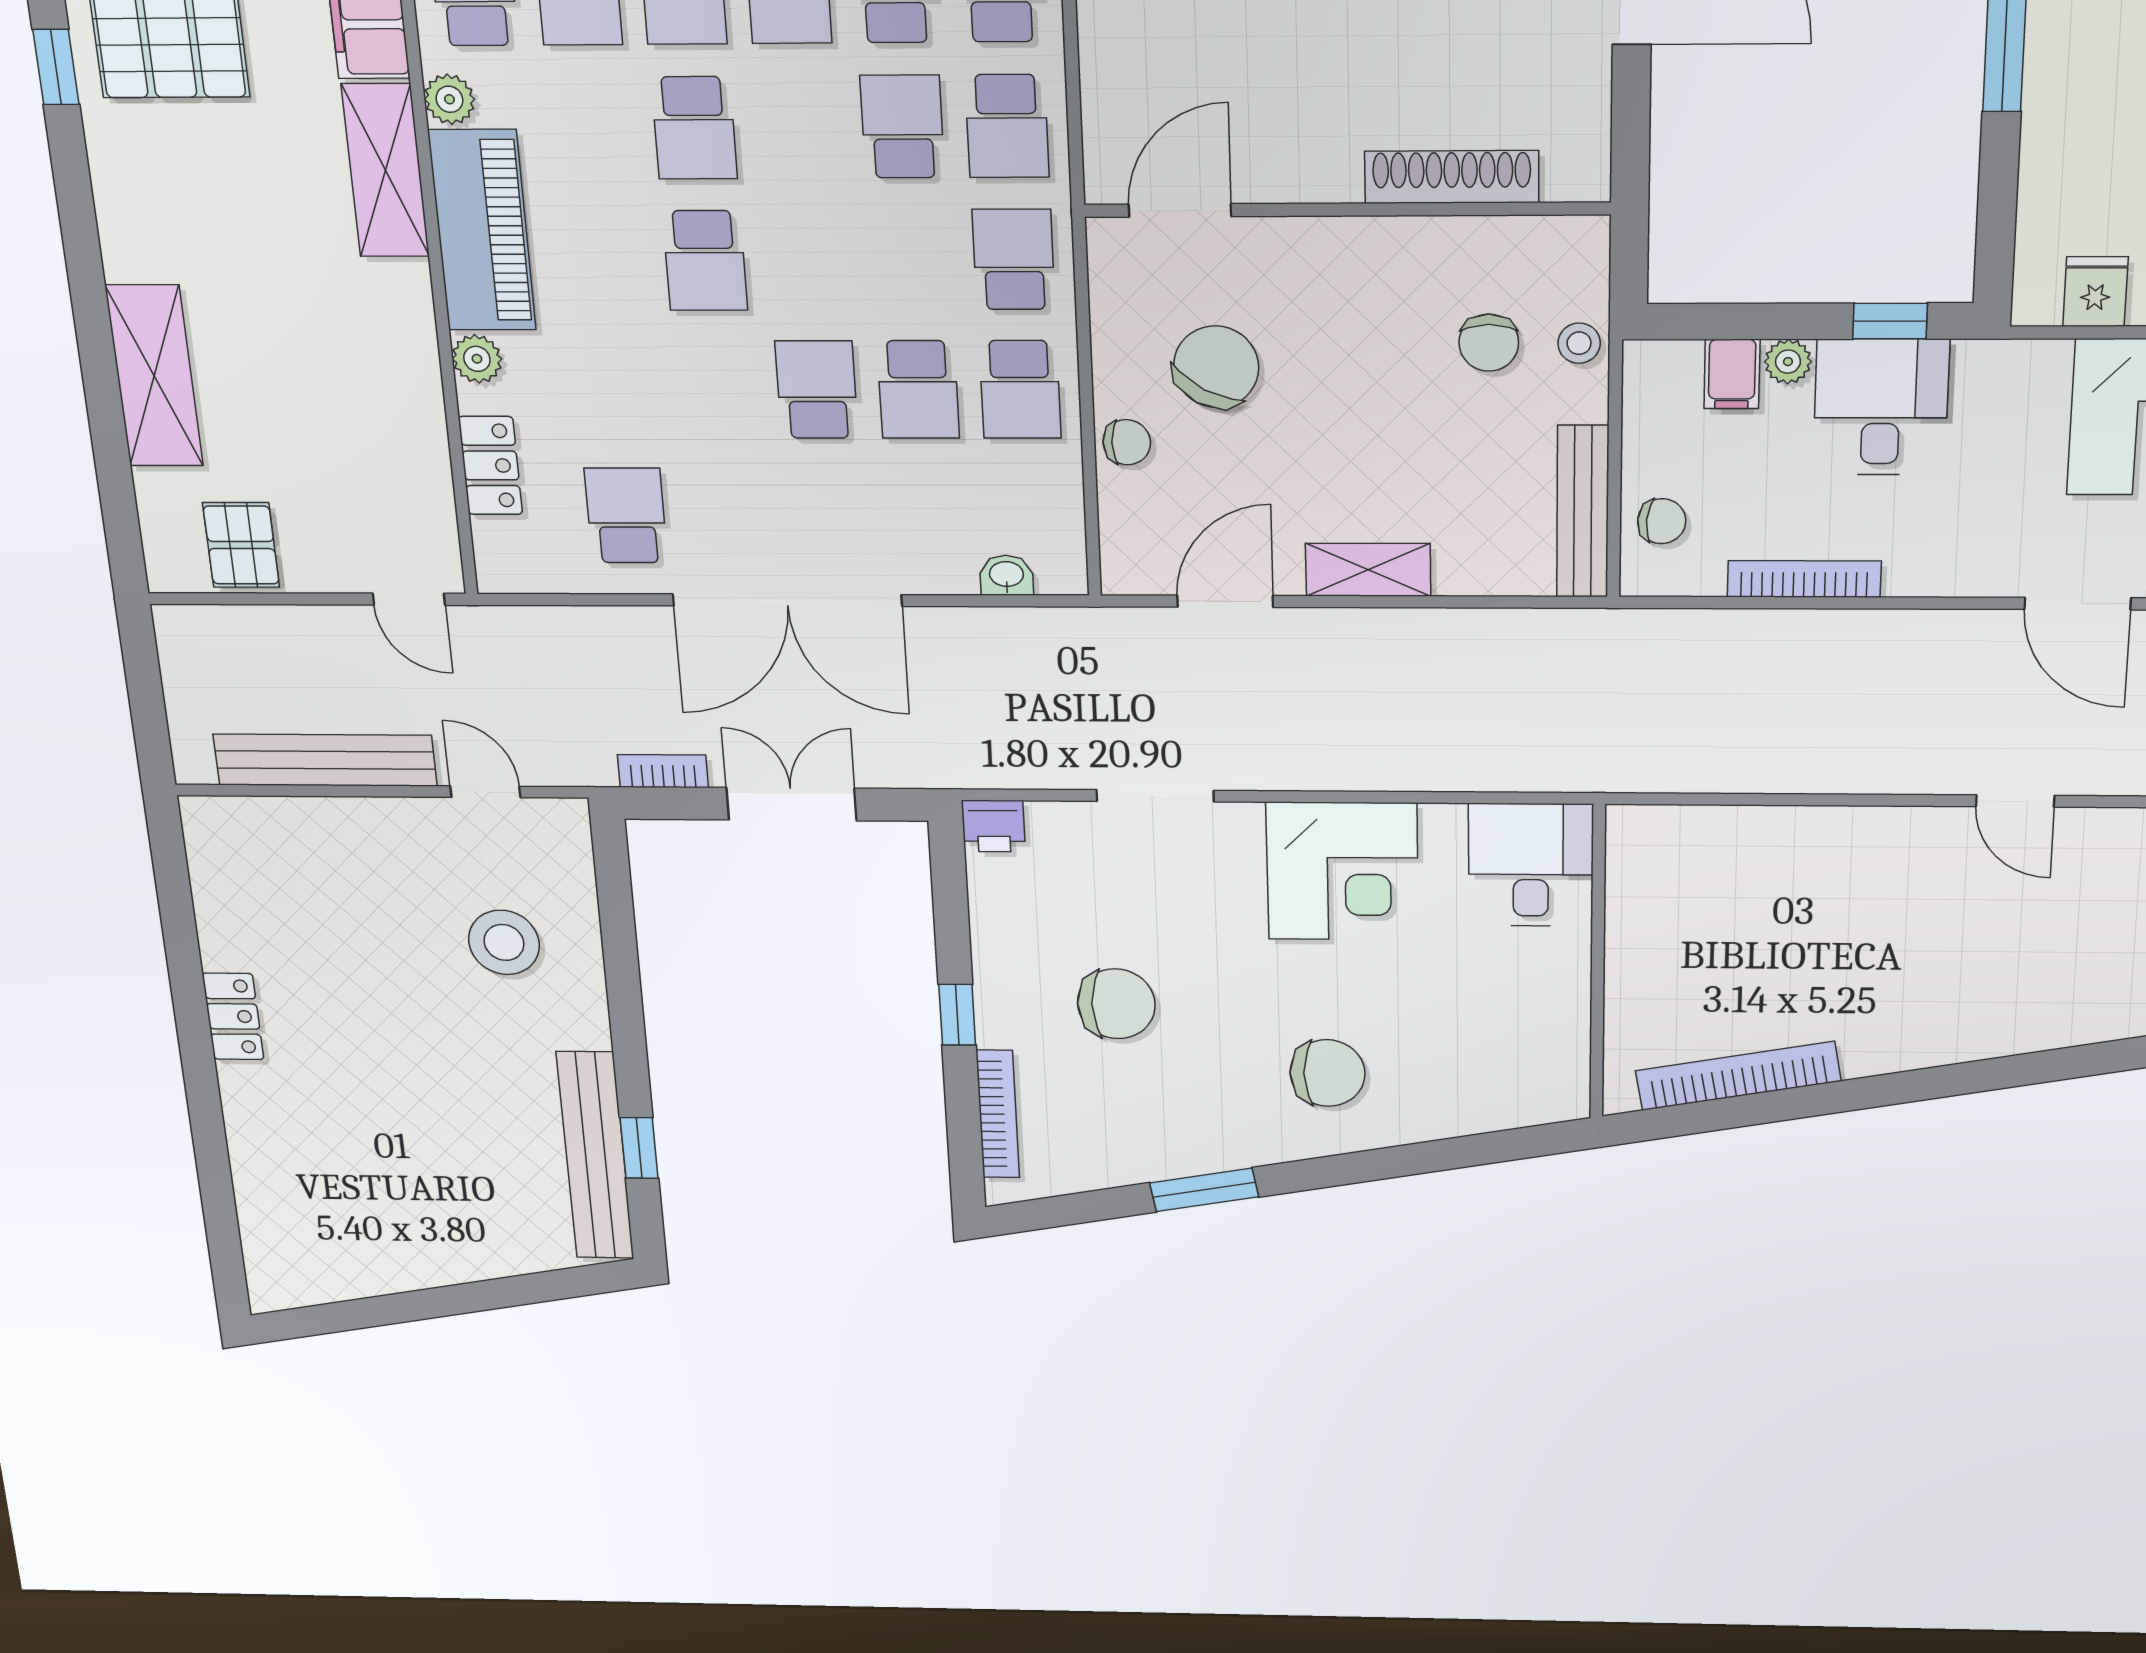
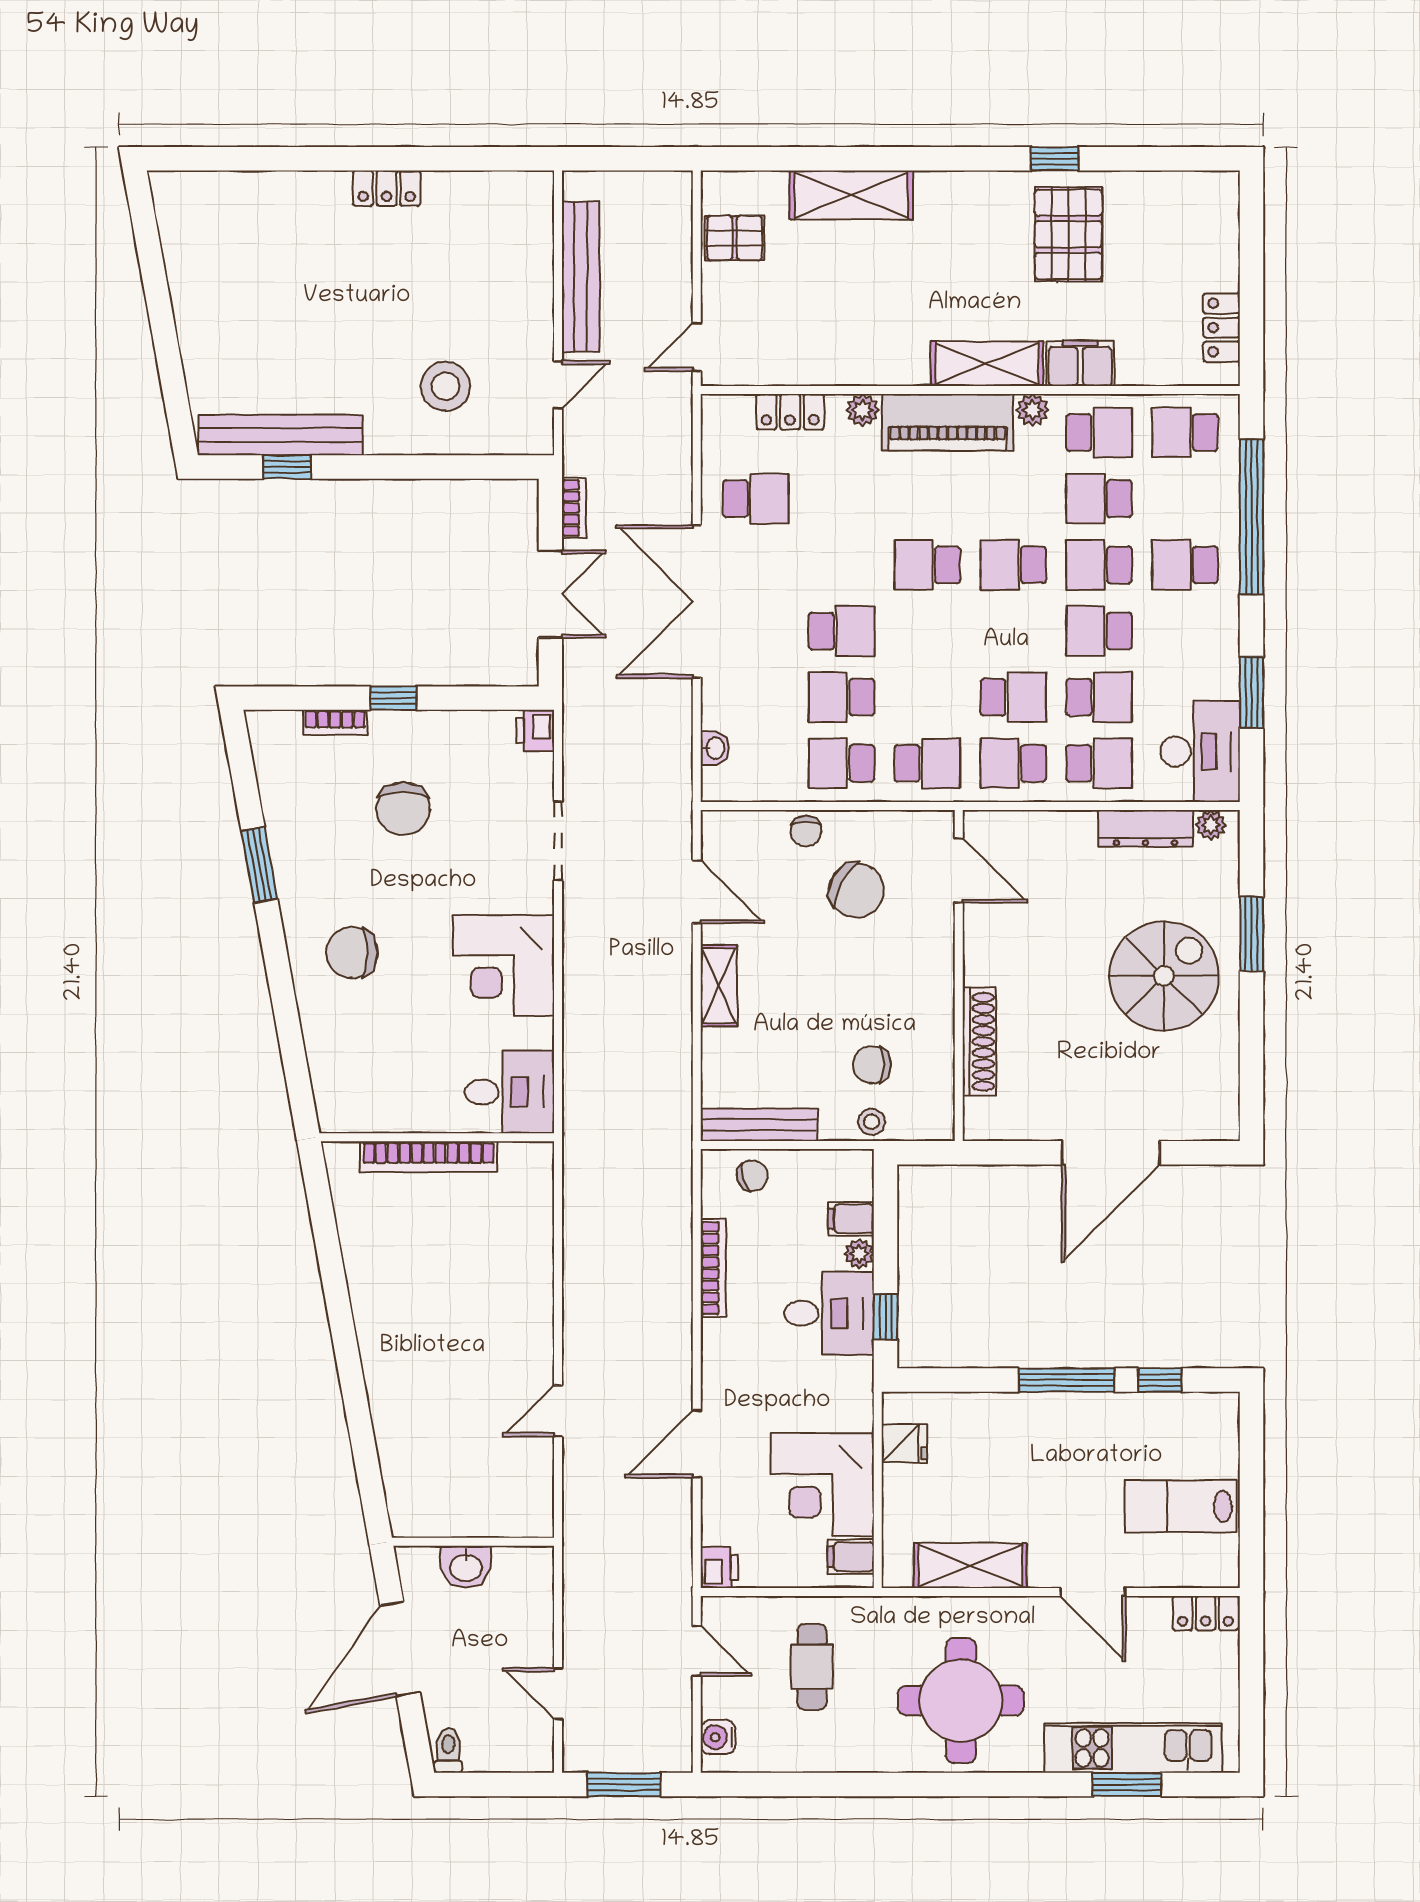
chair: (1662, 521) -> (753, 1176), turned -112
chair: (1328, 1073) -> (352, 953), turned 90
bookcase: (1738, 1076) -> (429, 1157), moved, turned 100
bookcase: (998, 1114) -> (335, 722), width x0.64

